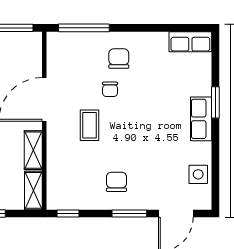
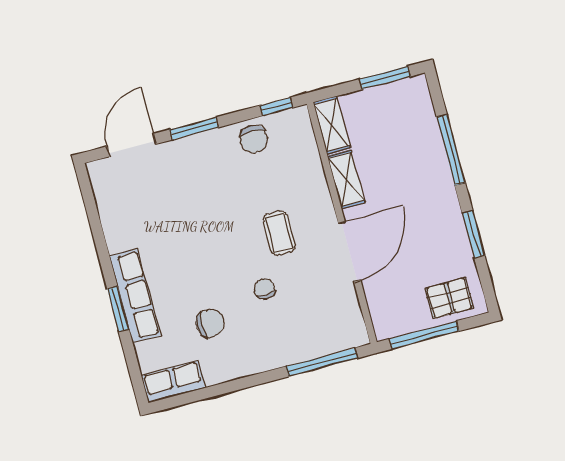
chair: (119, 59) -> (210, 323), moved, turned -90
row of seats: (201, 119) -> (135, 296), width x1.48
side table: (198, 174) -> (115, 206), removed
chair: (117, 182) -> (254, 139), moved

